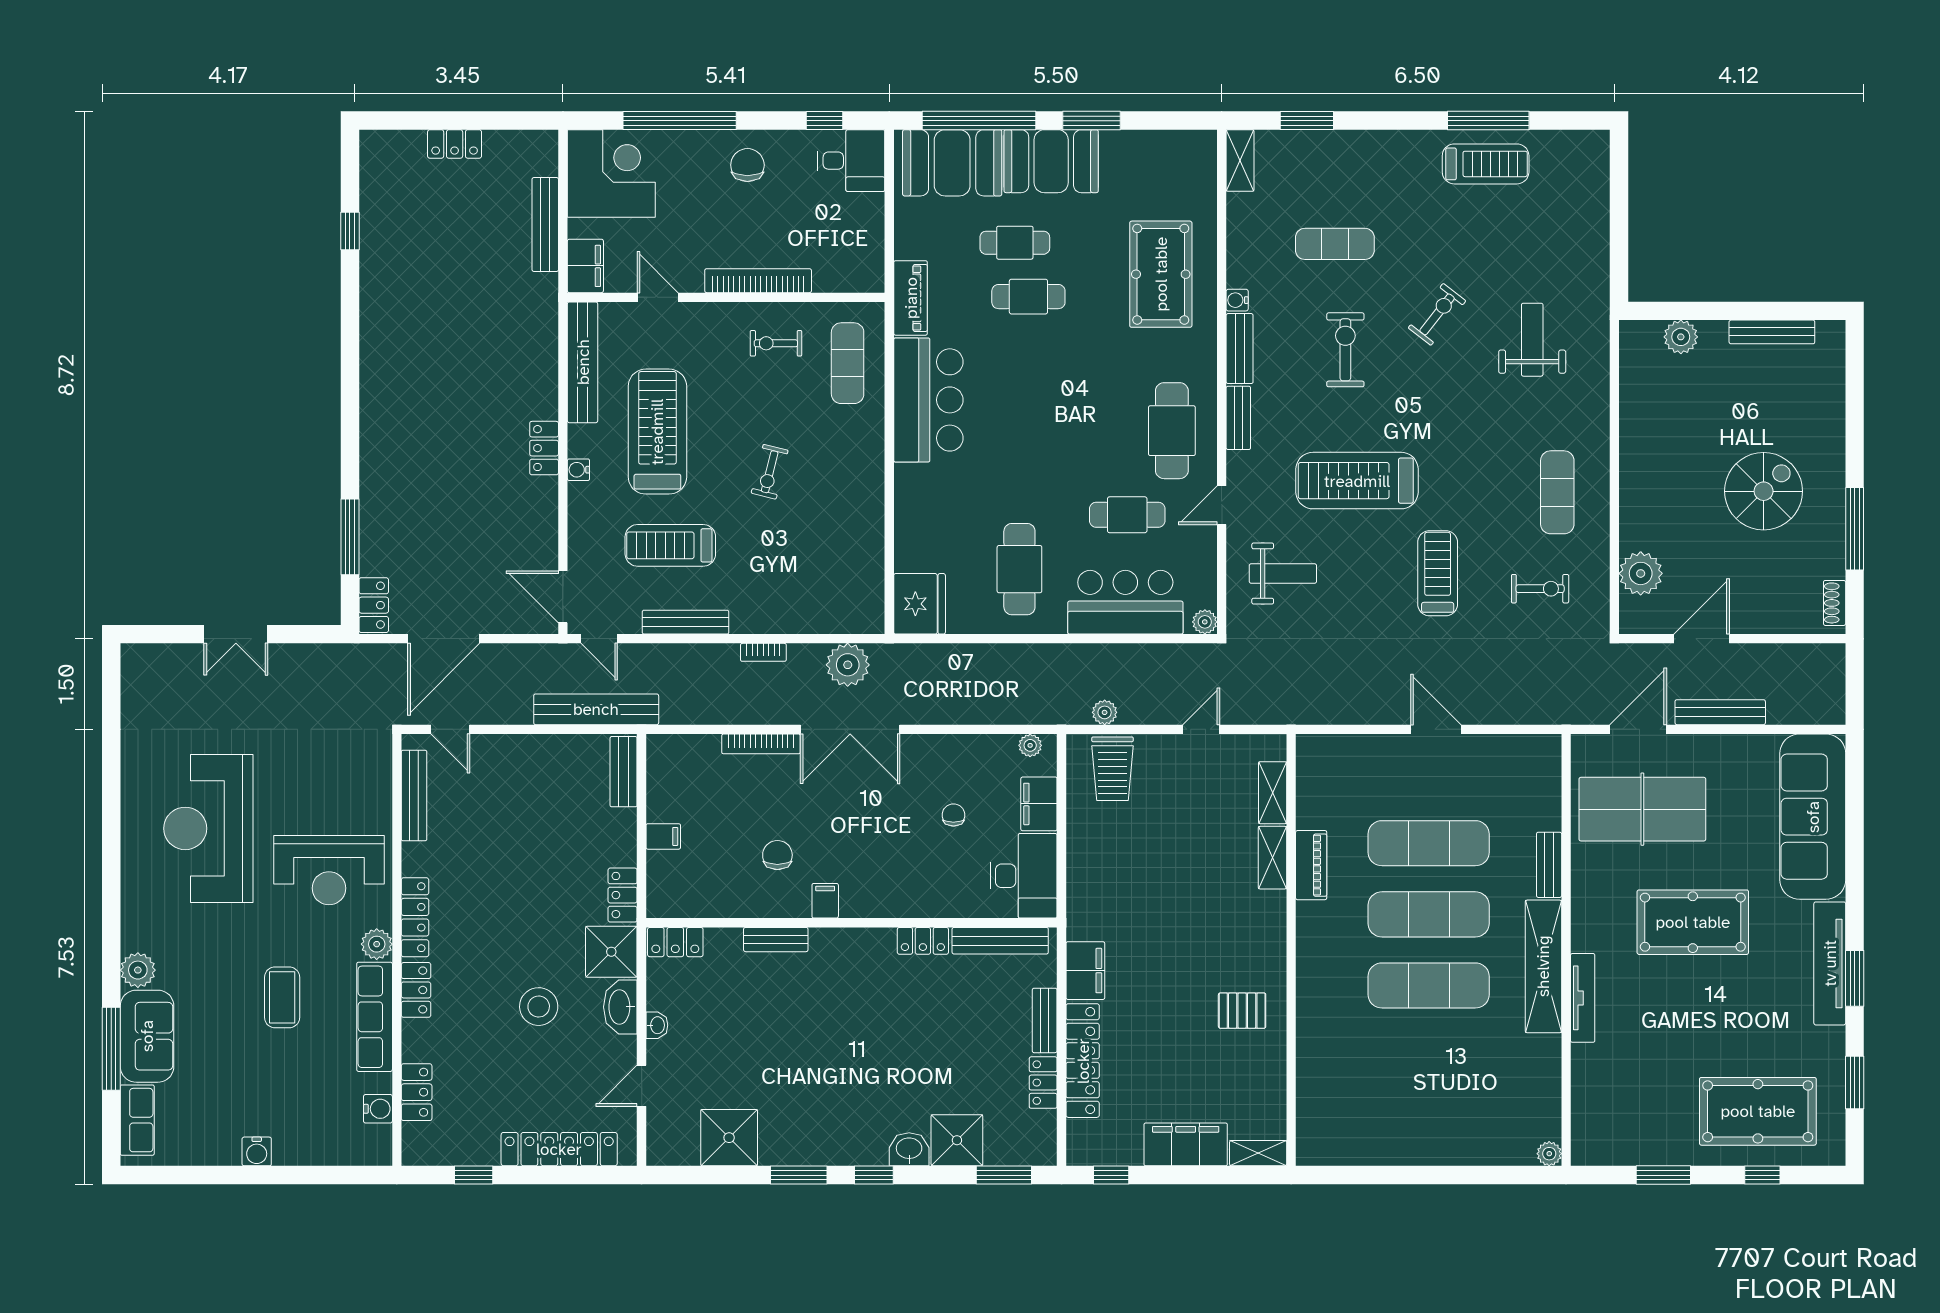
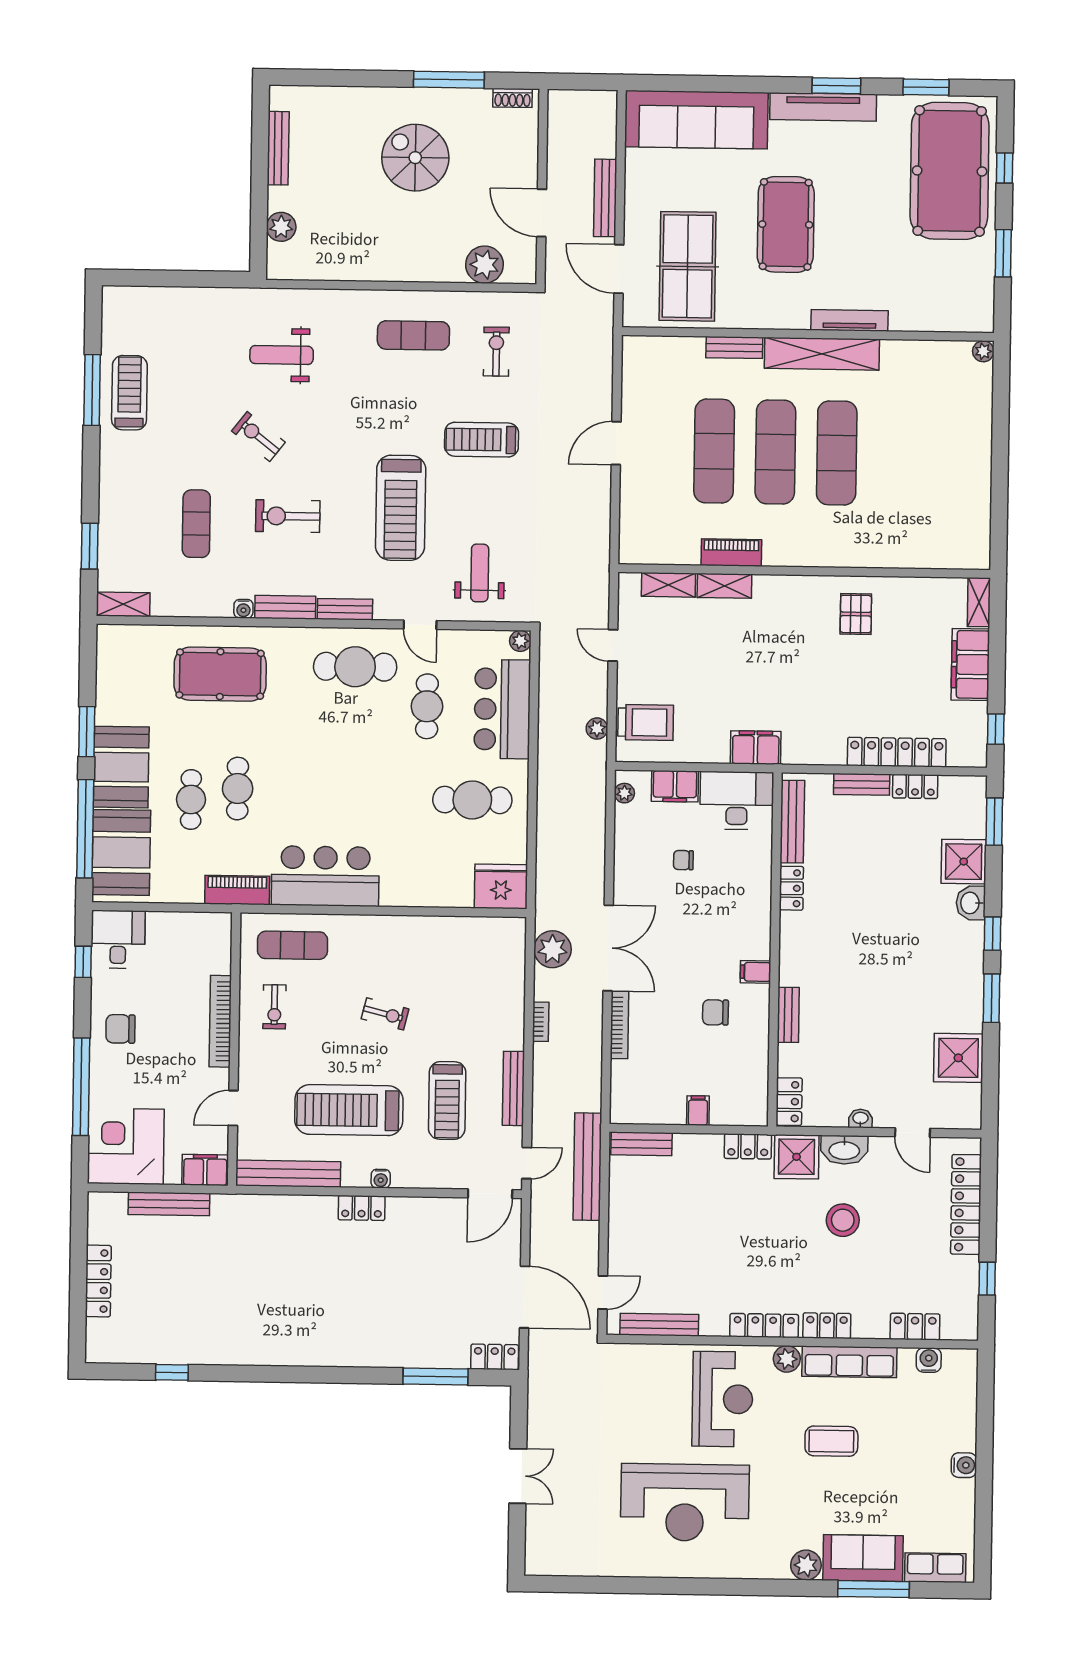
locker: (455, 144) -> (98, 1281), width x1.53
filing cabinet: (1085, 971) -> (756, 748), moved
pool table: (1758, 1111) -> (950, 171), width x1.36, depth x1.32

